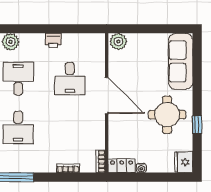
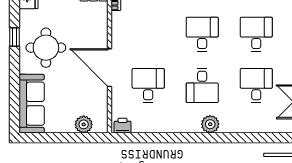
printer: (53, 40) -> (123, 126), moved
plant: (118, 42) -> (84, 124), moved

